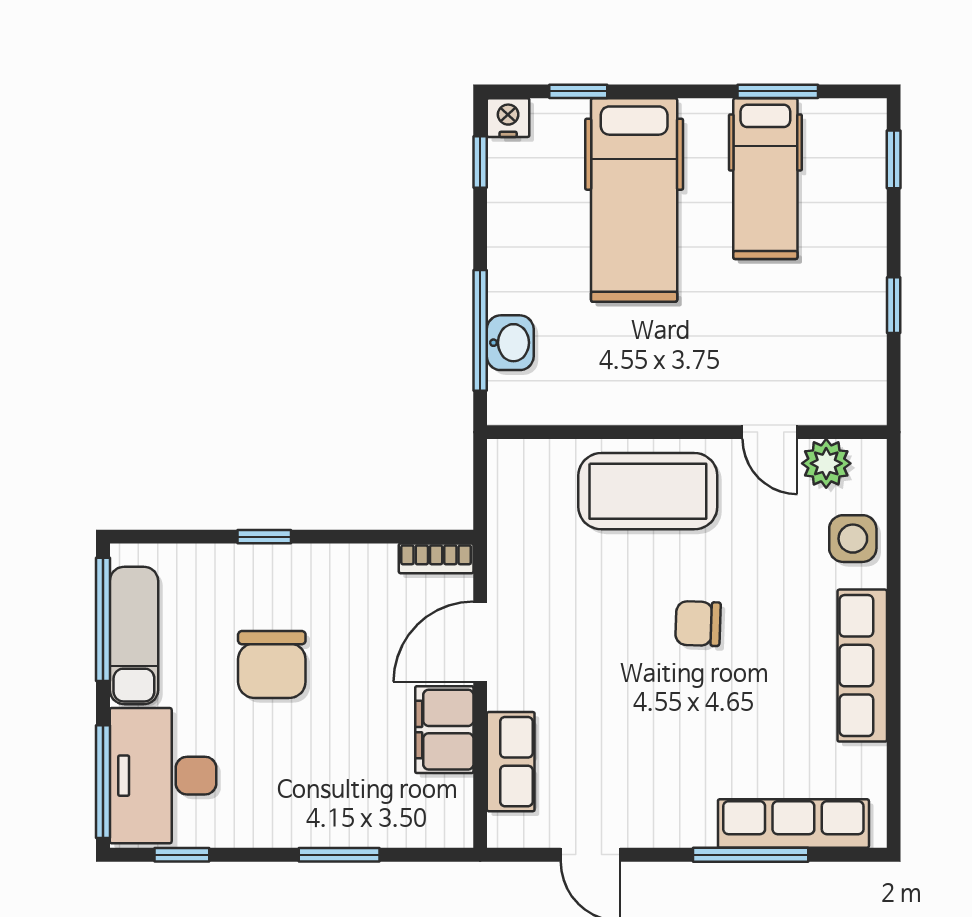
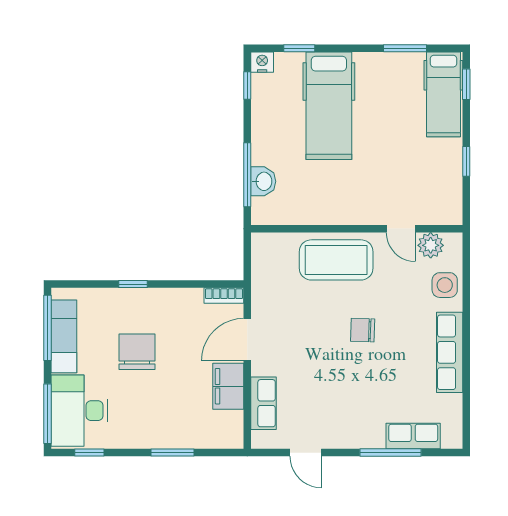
hospital bed: (765, 179) -> (443, 94), moved
chair: (272, 664) -> (137, 352), turned 180
row of seats: (793, 824) -> (413, 436), width x0.68

